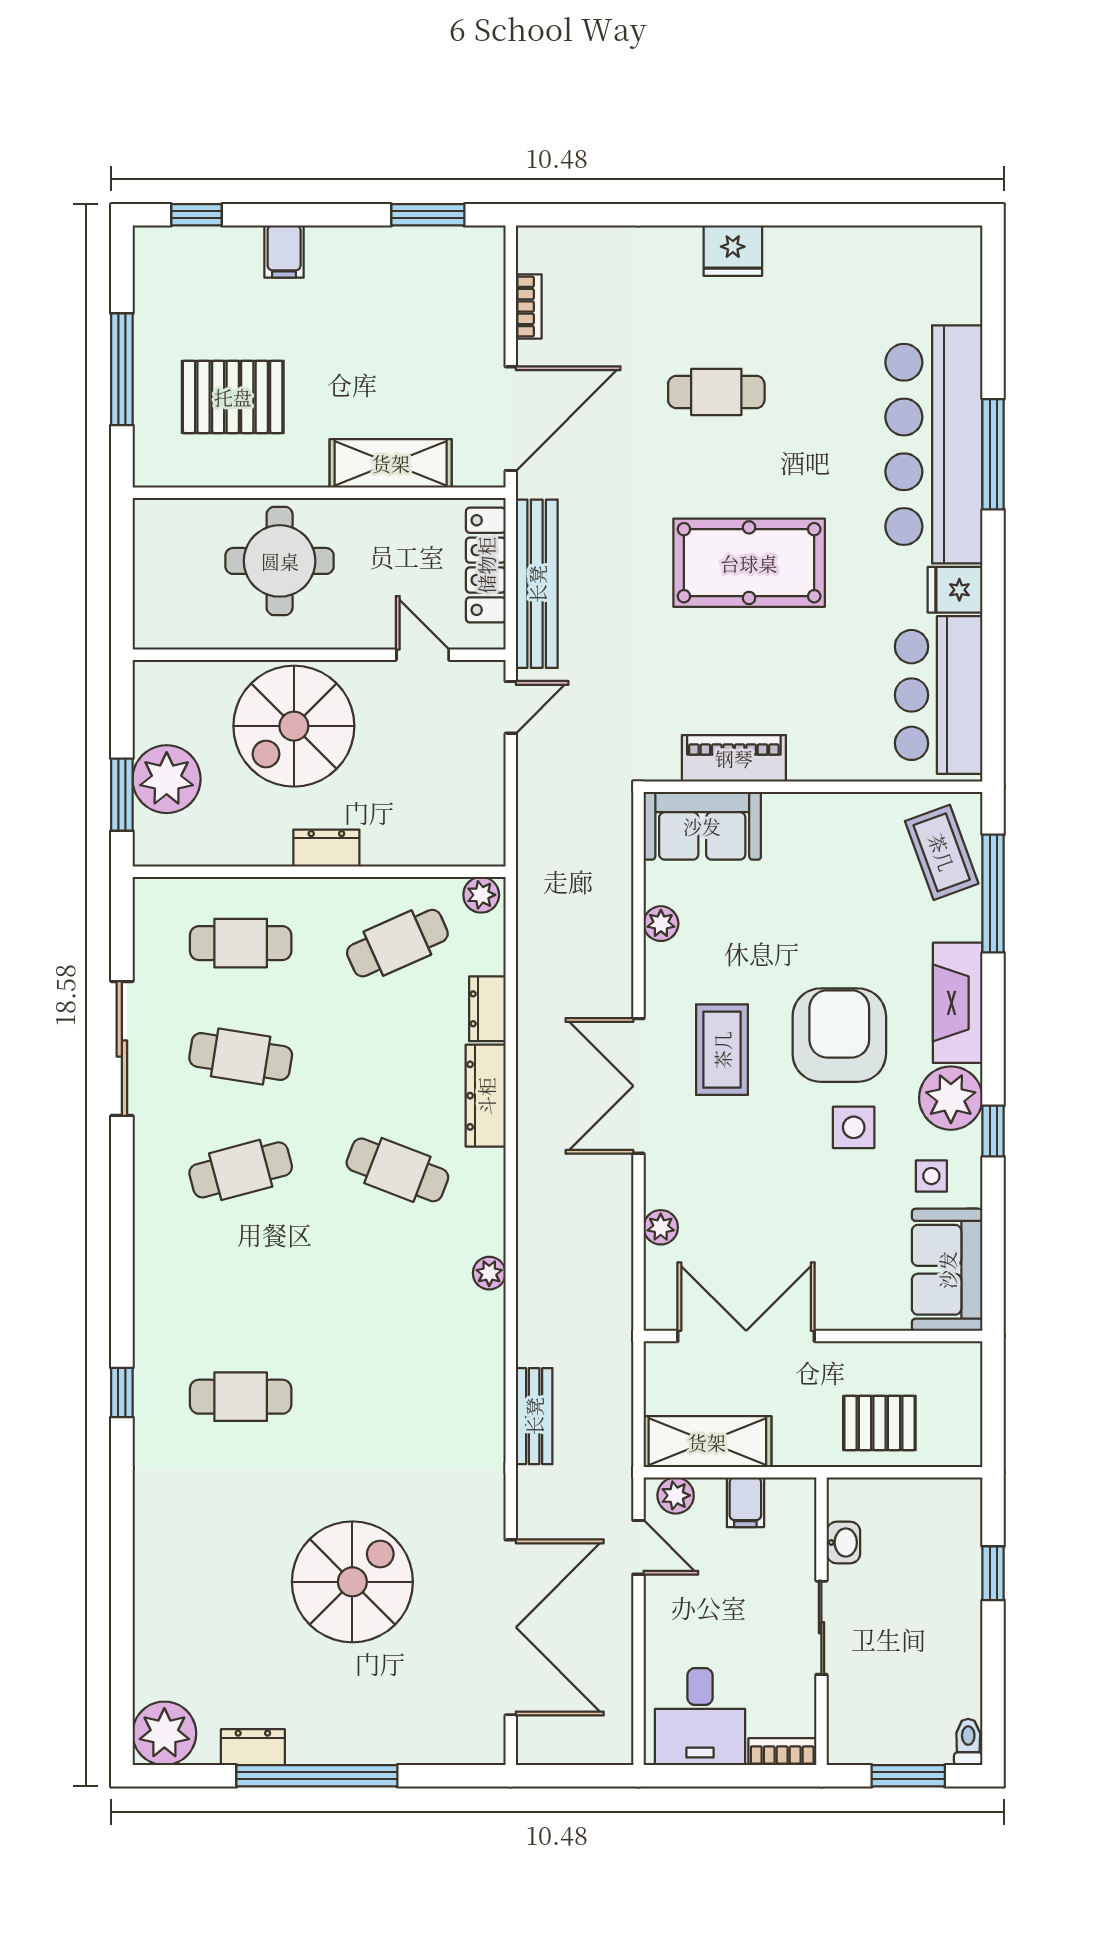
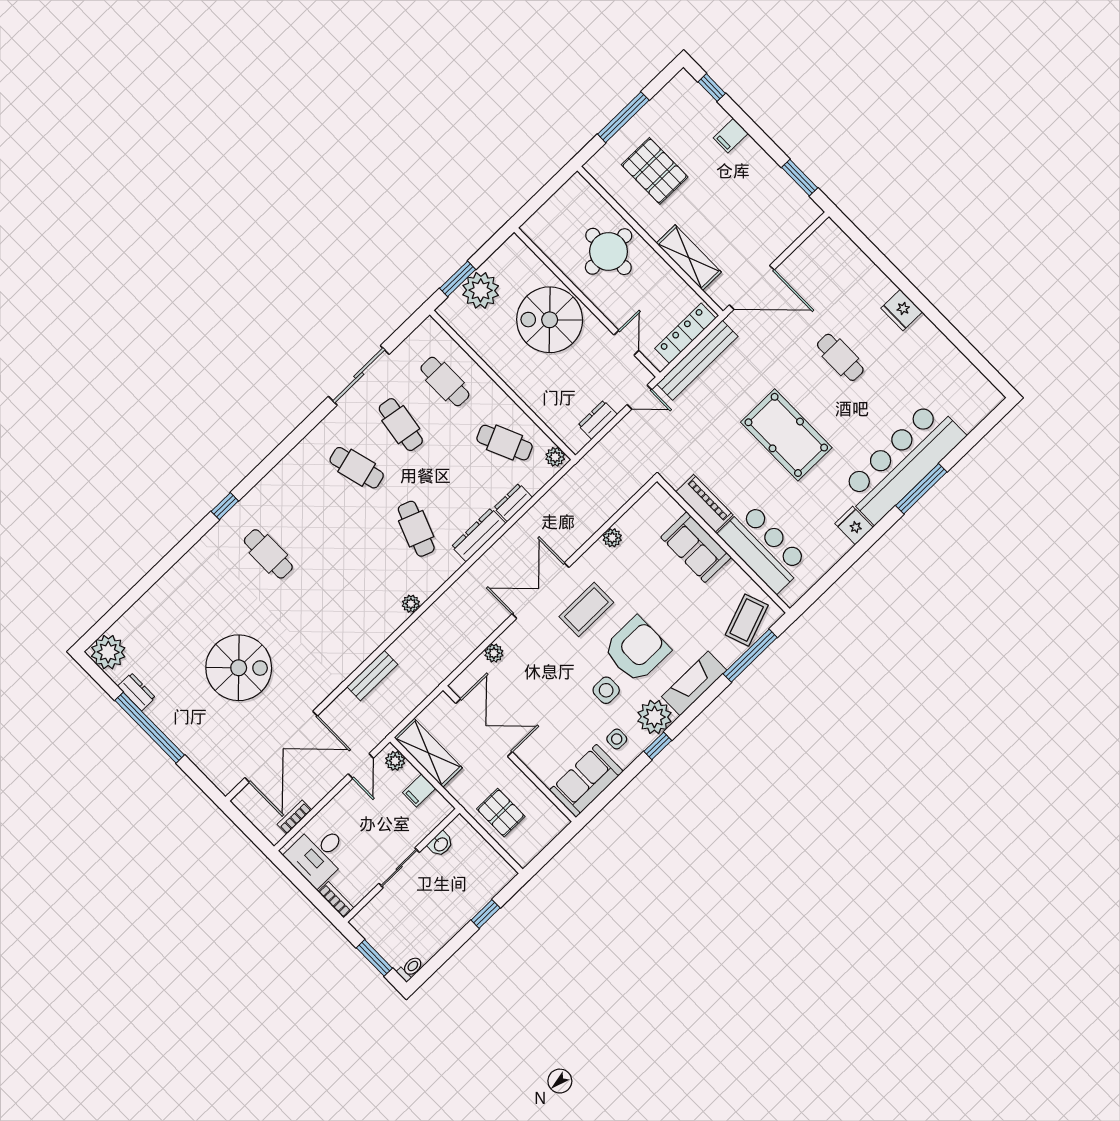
bookcase: (529, 307) -> (294, 817), moved, turned 180
bar counter: (939, 695) -> (763, 548), moved, turned 90
sofa: (702, 826) -> (696, 547), moved
dresser: (326, 848) -> (598, 420), moved, turned -90

